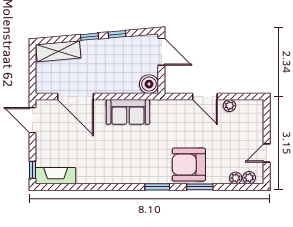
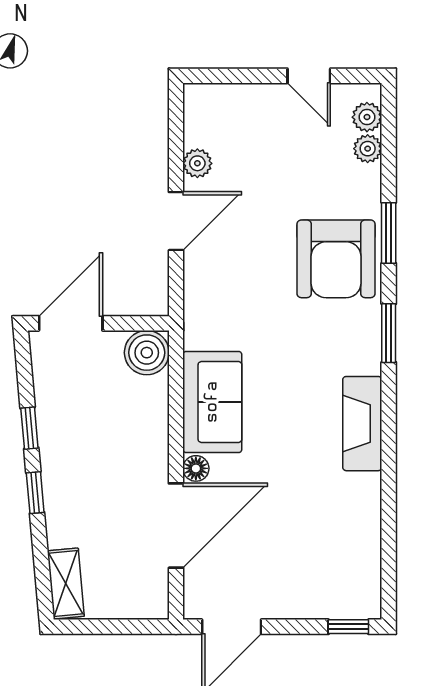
shelving: (58, 51) -> (66, 584), width x0.67, depth x0.75
floor lamp: (100, 105) -> (196, 468), added
fireplace: (56, 176) -> (362, 424), moved

